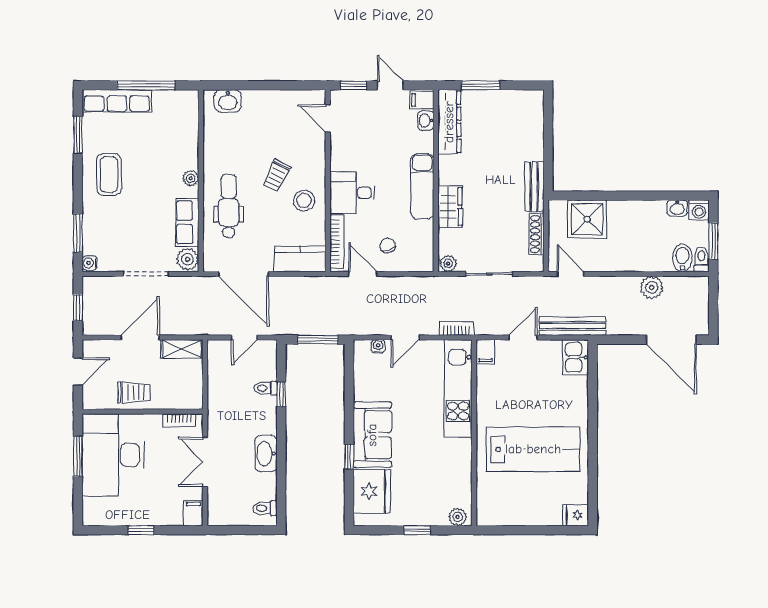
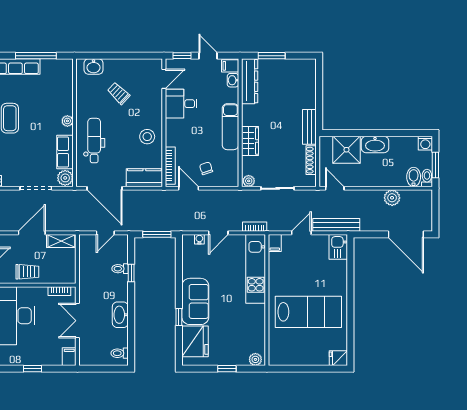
door: (328, 118) -> (164, 79), swing flipped
trolley: (277, 176) -> (119, 93), moved, turned 107
desk: (352, 193) -> (181, 104), moved
washbasin: (677, 208) -> (375, 144), moved, width x1.91, depth x1.45

